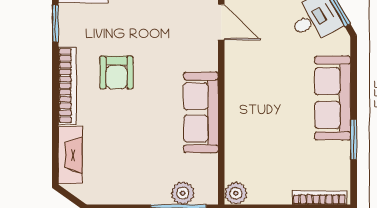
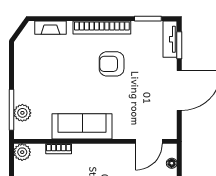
bookcase: (231, 144) -> (59, 149), added
fireplace: (70, 155) -> (50, 28), width x0.73, depth x0.76

